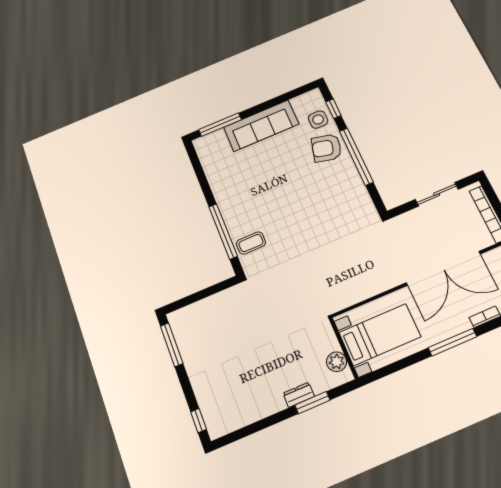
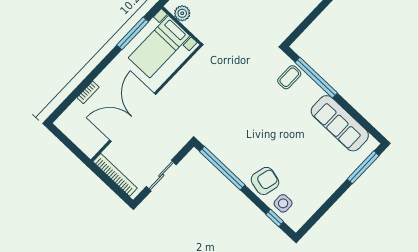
sofa: (261, 126) -> (340, 123), moved, turned -90
window: (356, 156) -> (222, 168), moved
window: (452, 342) -> (133, 33), moved

